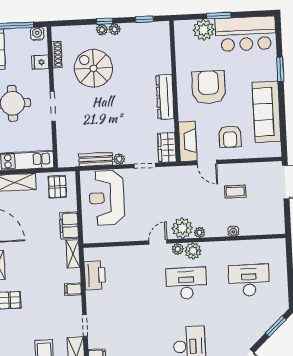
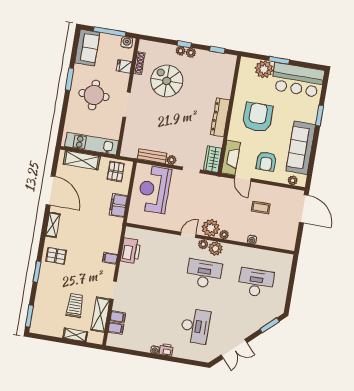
plant: (265, 152) -> (293, 180), added
shelving: (73, 254) -> (116, 229), removed

